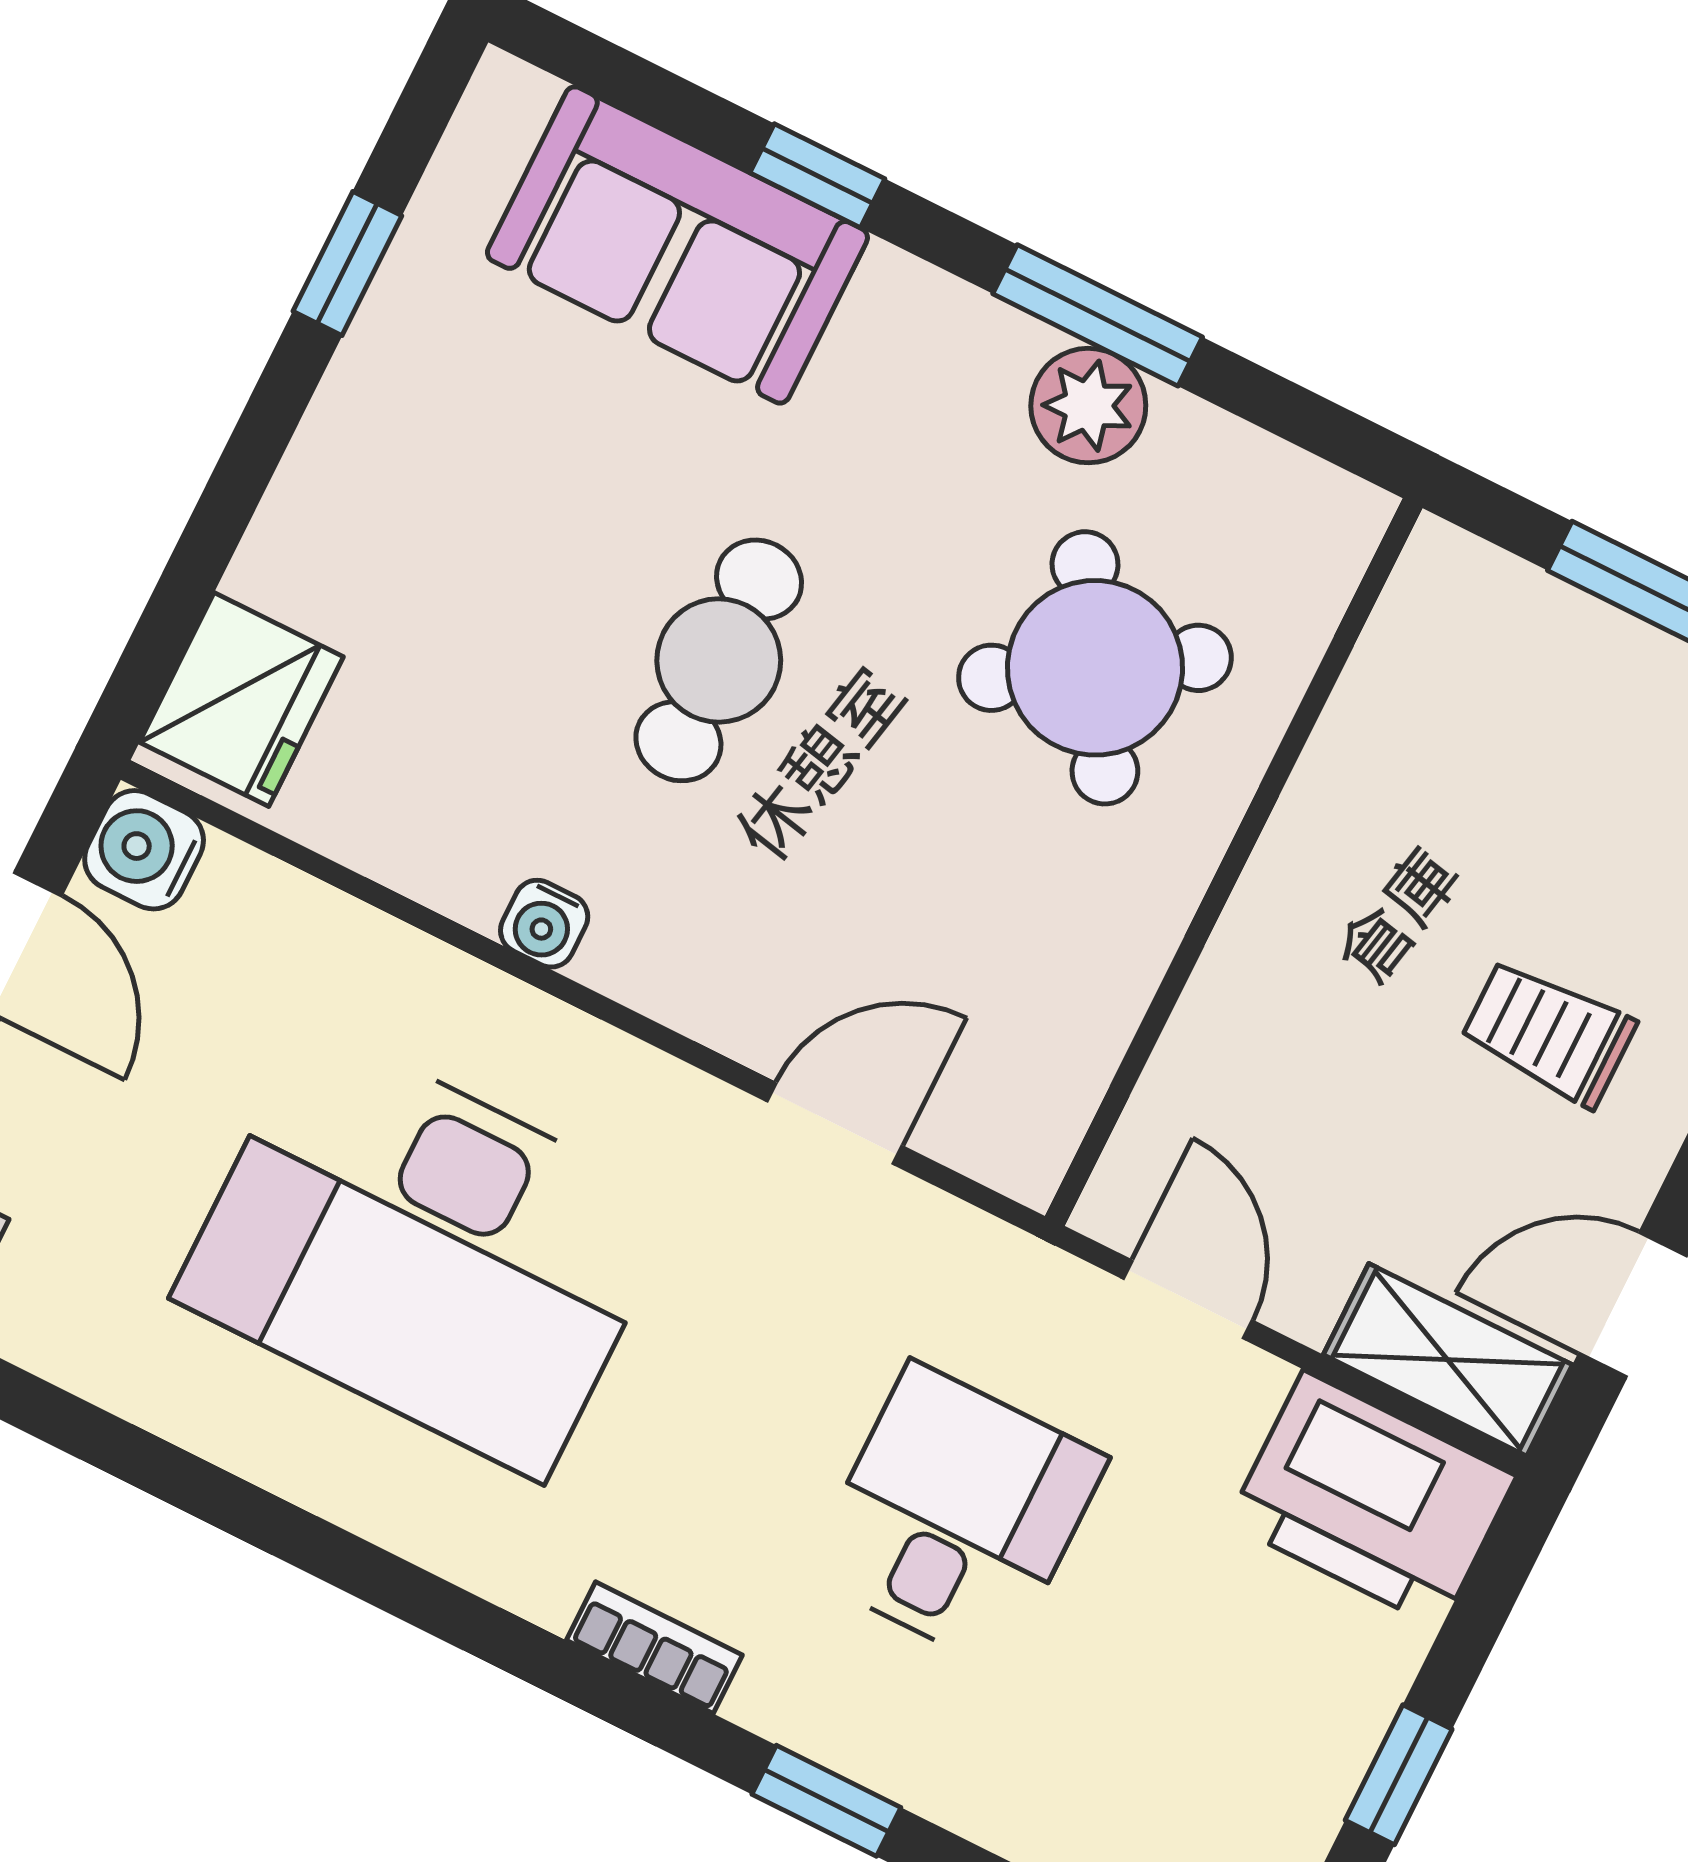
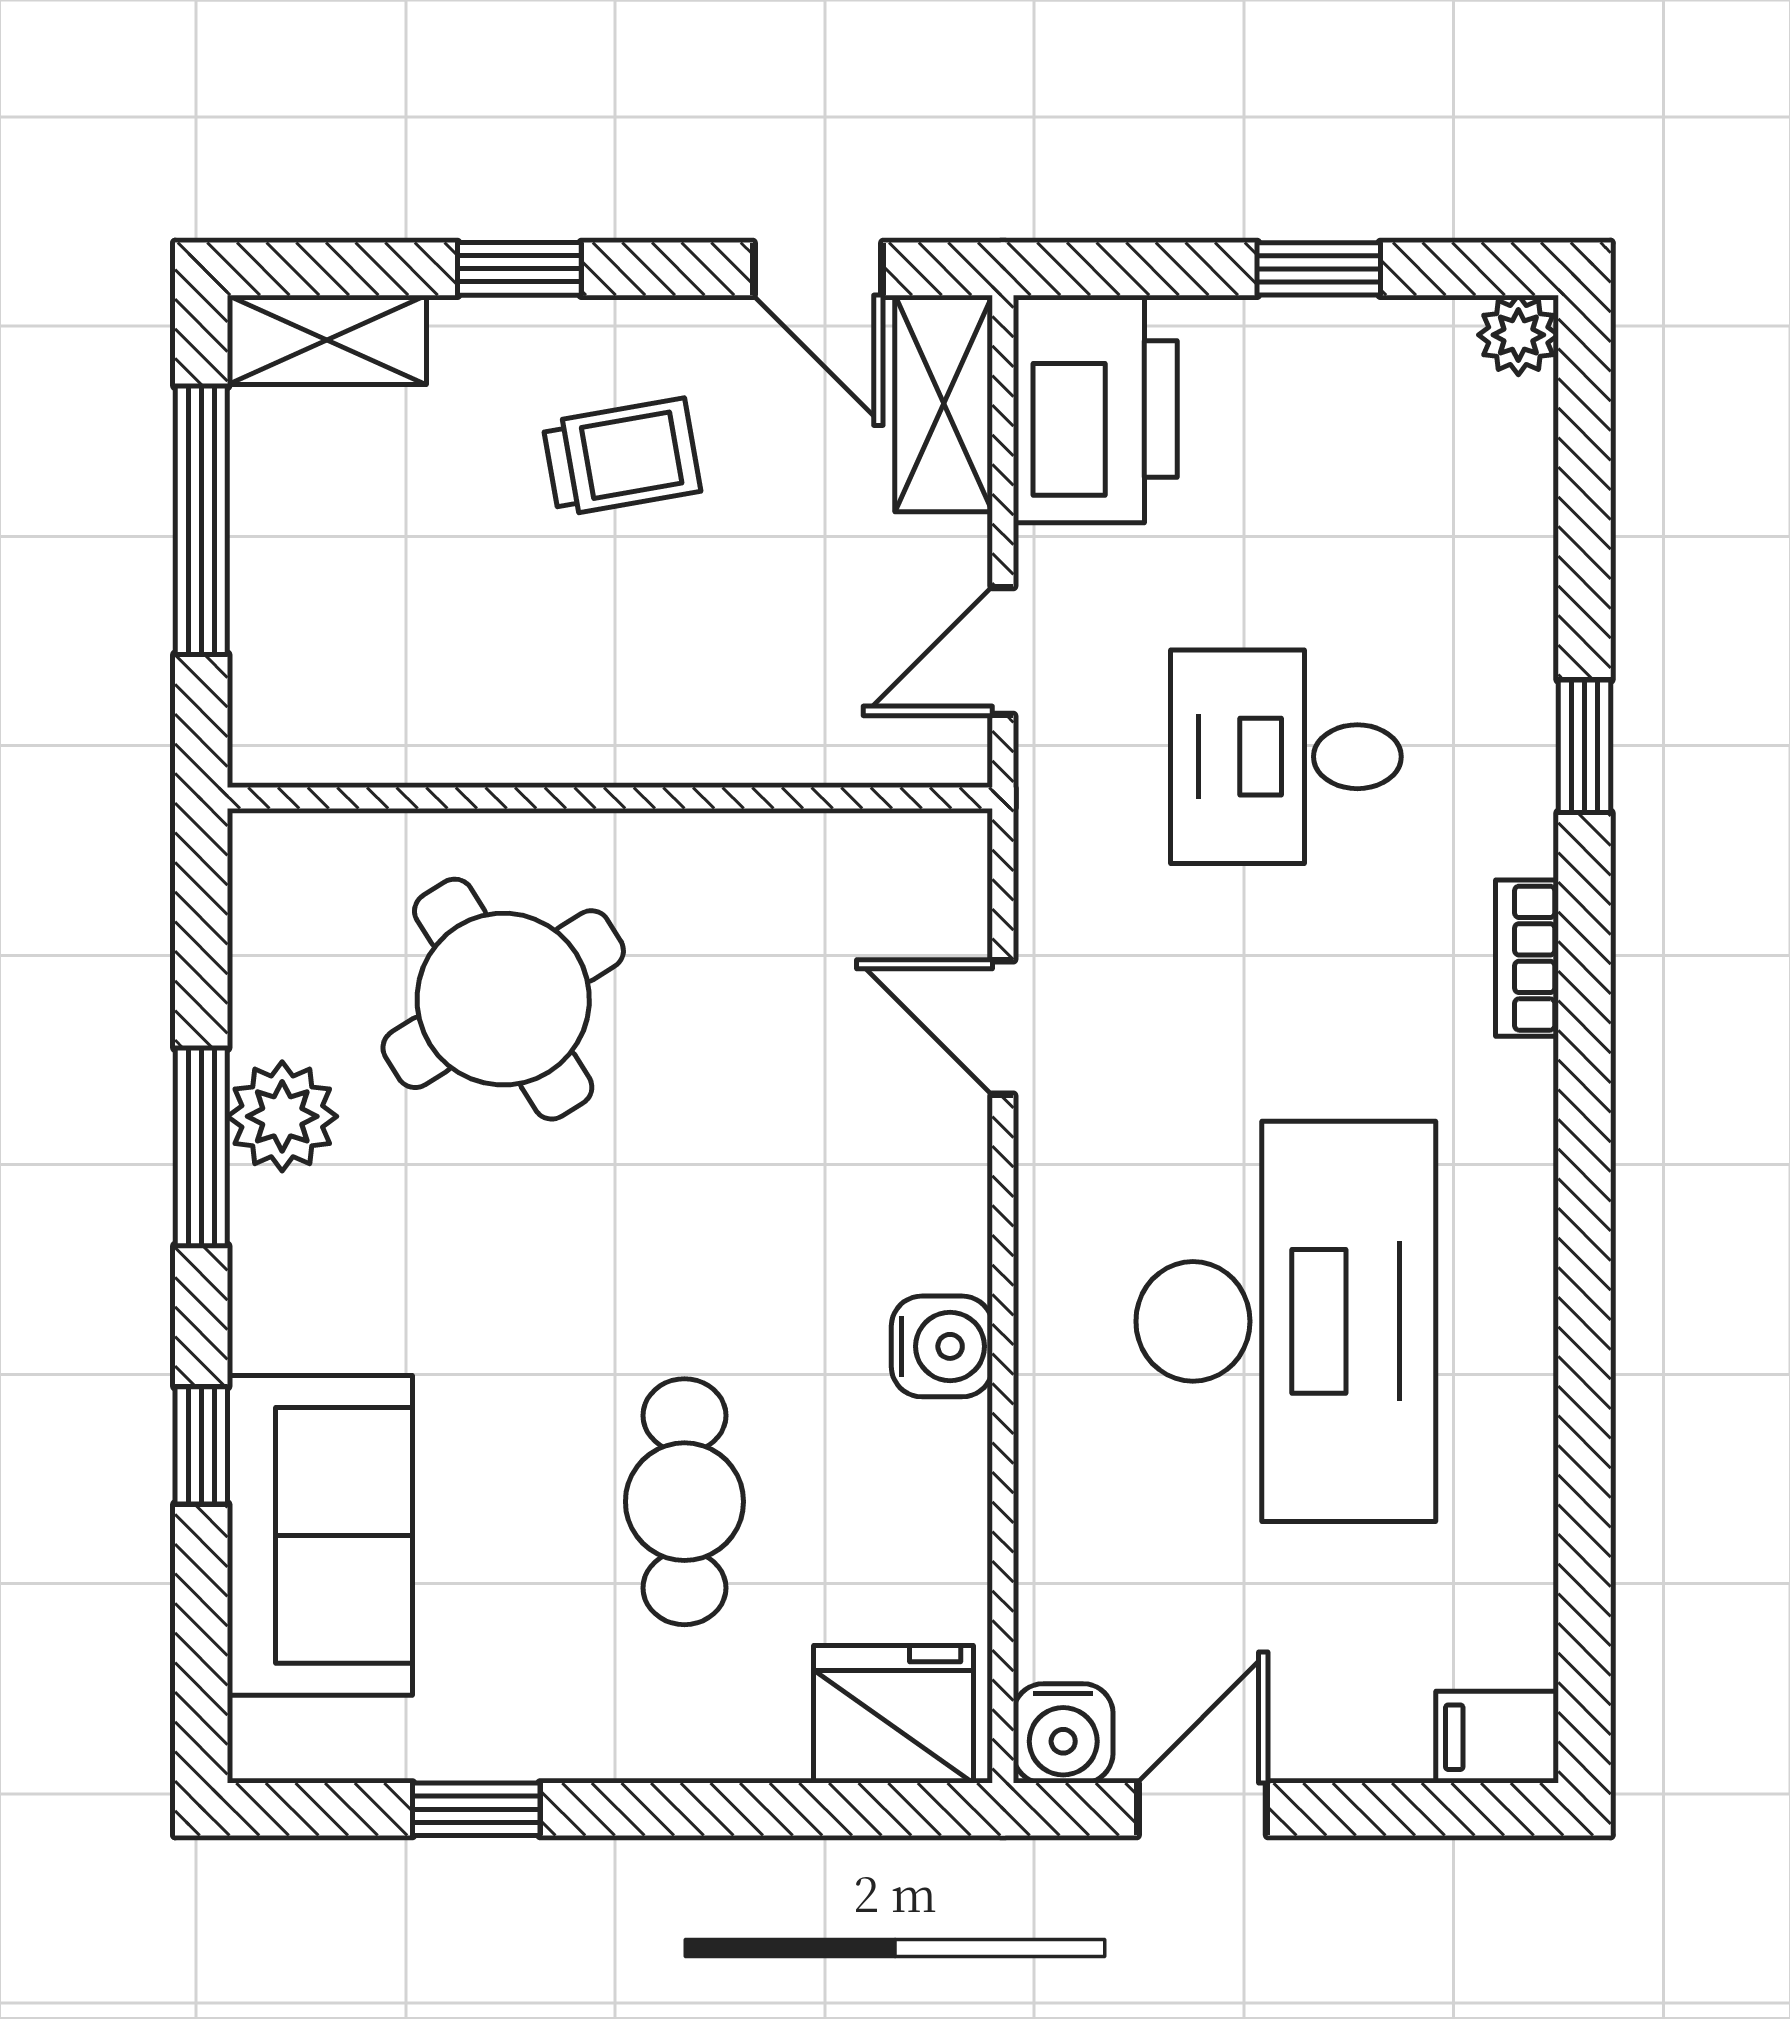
cafe table: (719, 660) -> (684, 1502), moved, turned 90
water cooler: (544, 924) -> (942, 1346), width x1.38, depth x1.38
trolley: (1548, 1033) -> (622, 457), turned -100

